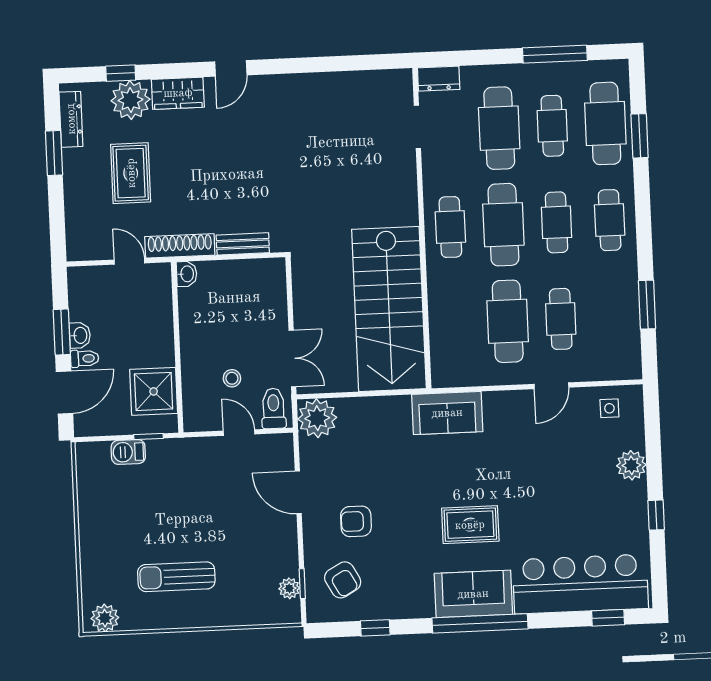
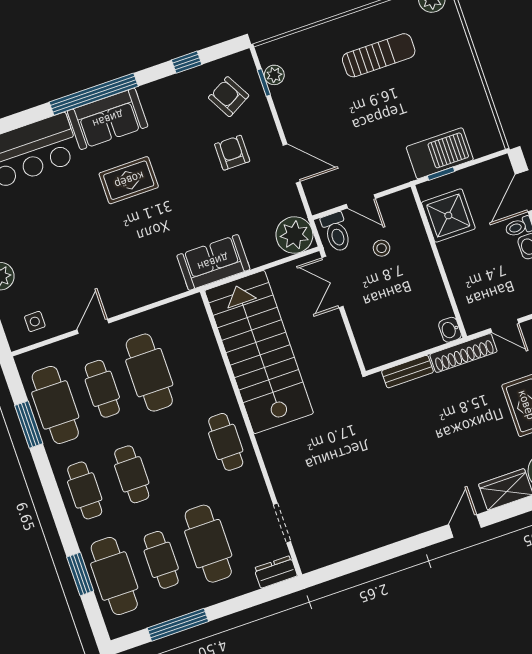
cafe table: (503, 225) -> (55, 405), moved
sofa: (447, 413) -> (213, 262), moved
barbecue: (128, 452) -> (440, 153), width x1.88, depth x1.53
armchair: (356, 521) -> (232, 153), turned -90

